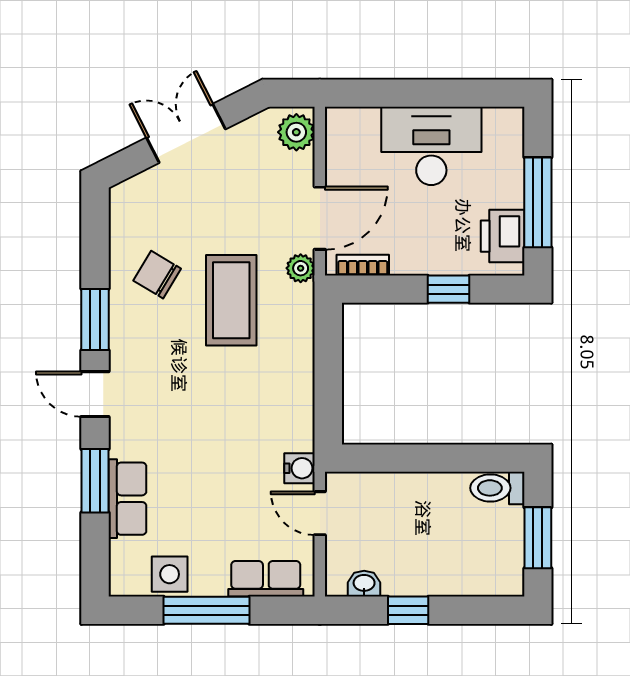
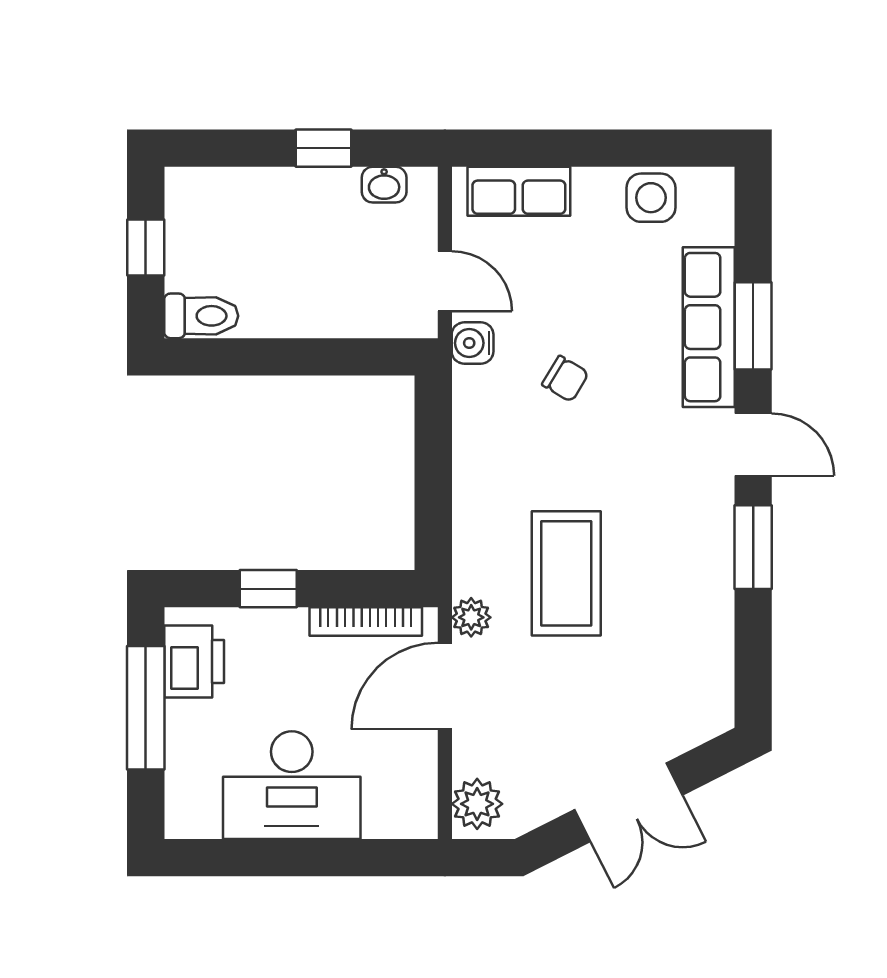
bookcase: (363, 265) -> (366, 622), width x1.56
chair: (157, 275) -> (565, 379), moved, width x0.73, depth x0.73
row of seats: (127, 499) -> (709, 327), width x1.48
window: (538, 538) -> (146, 248), width x0.67
window: (206, 610) -> (600, 148), removed

